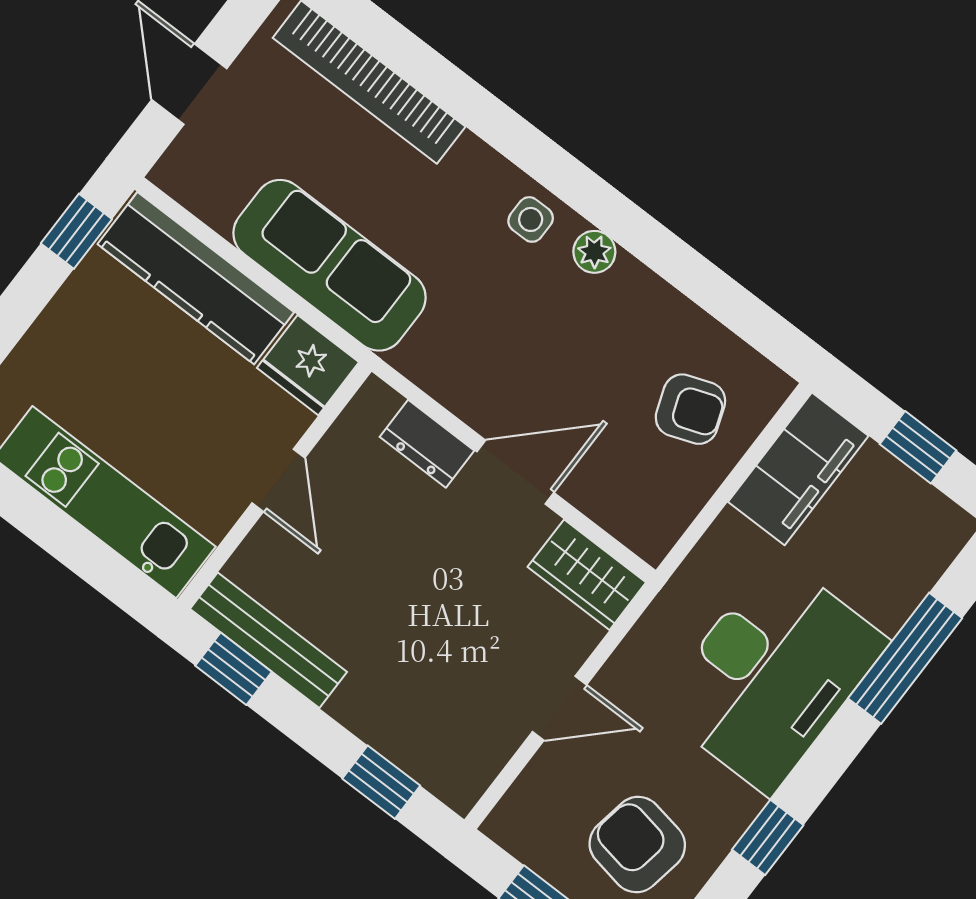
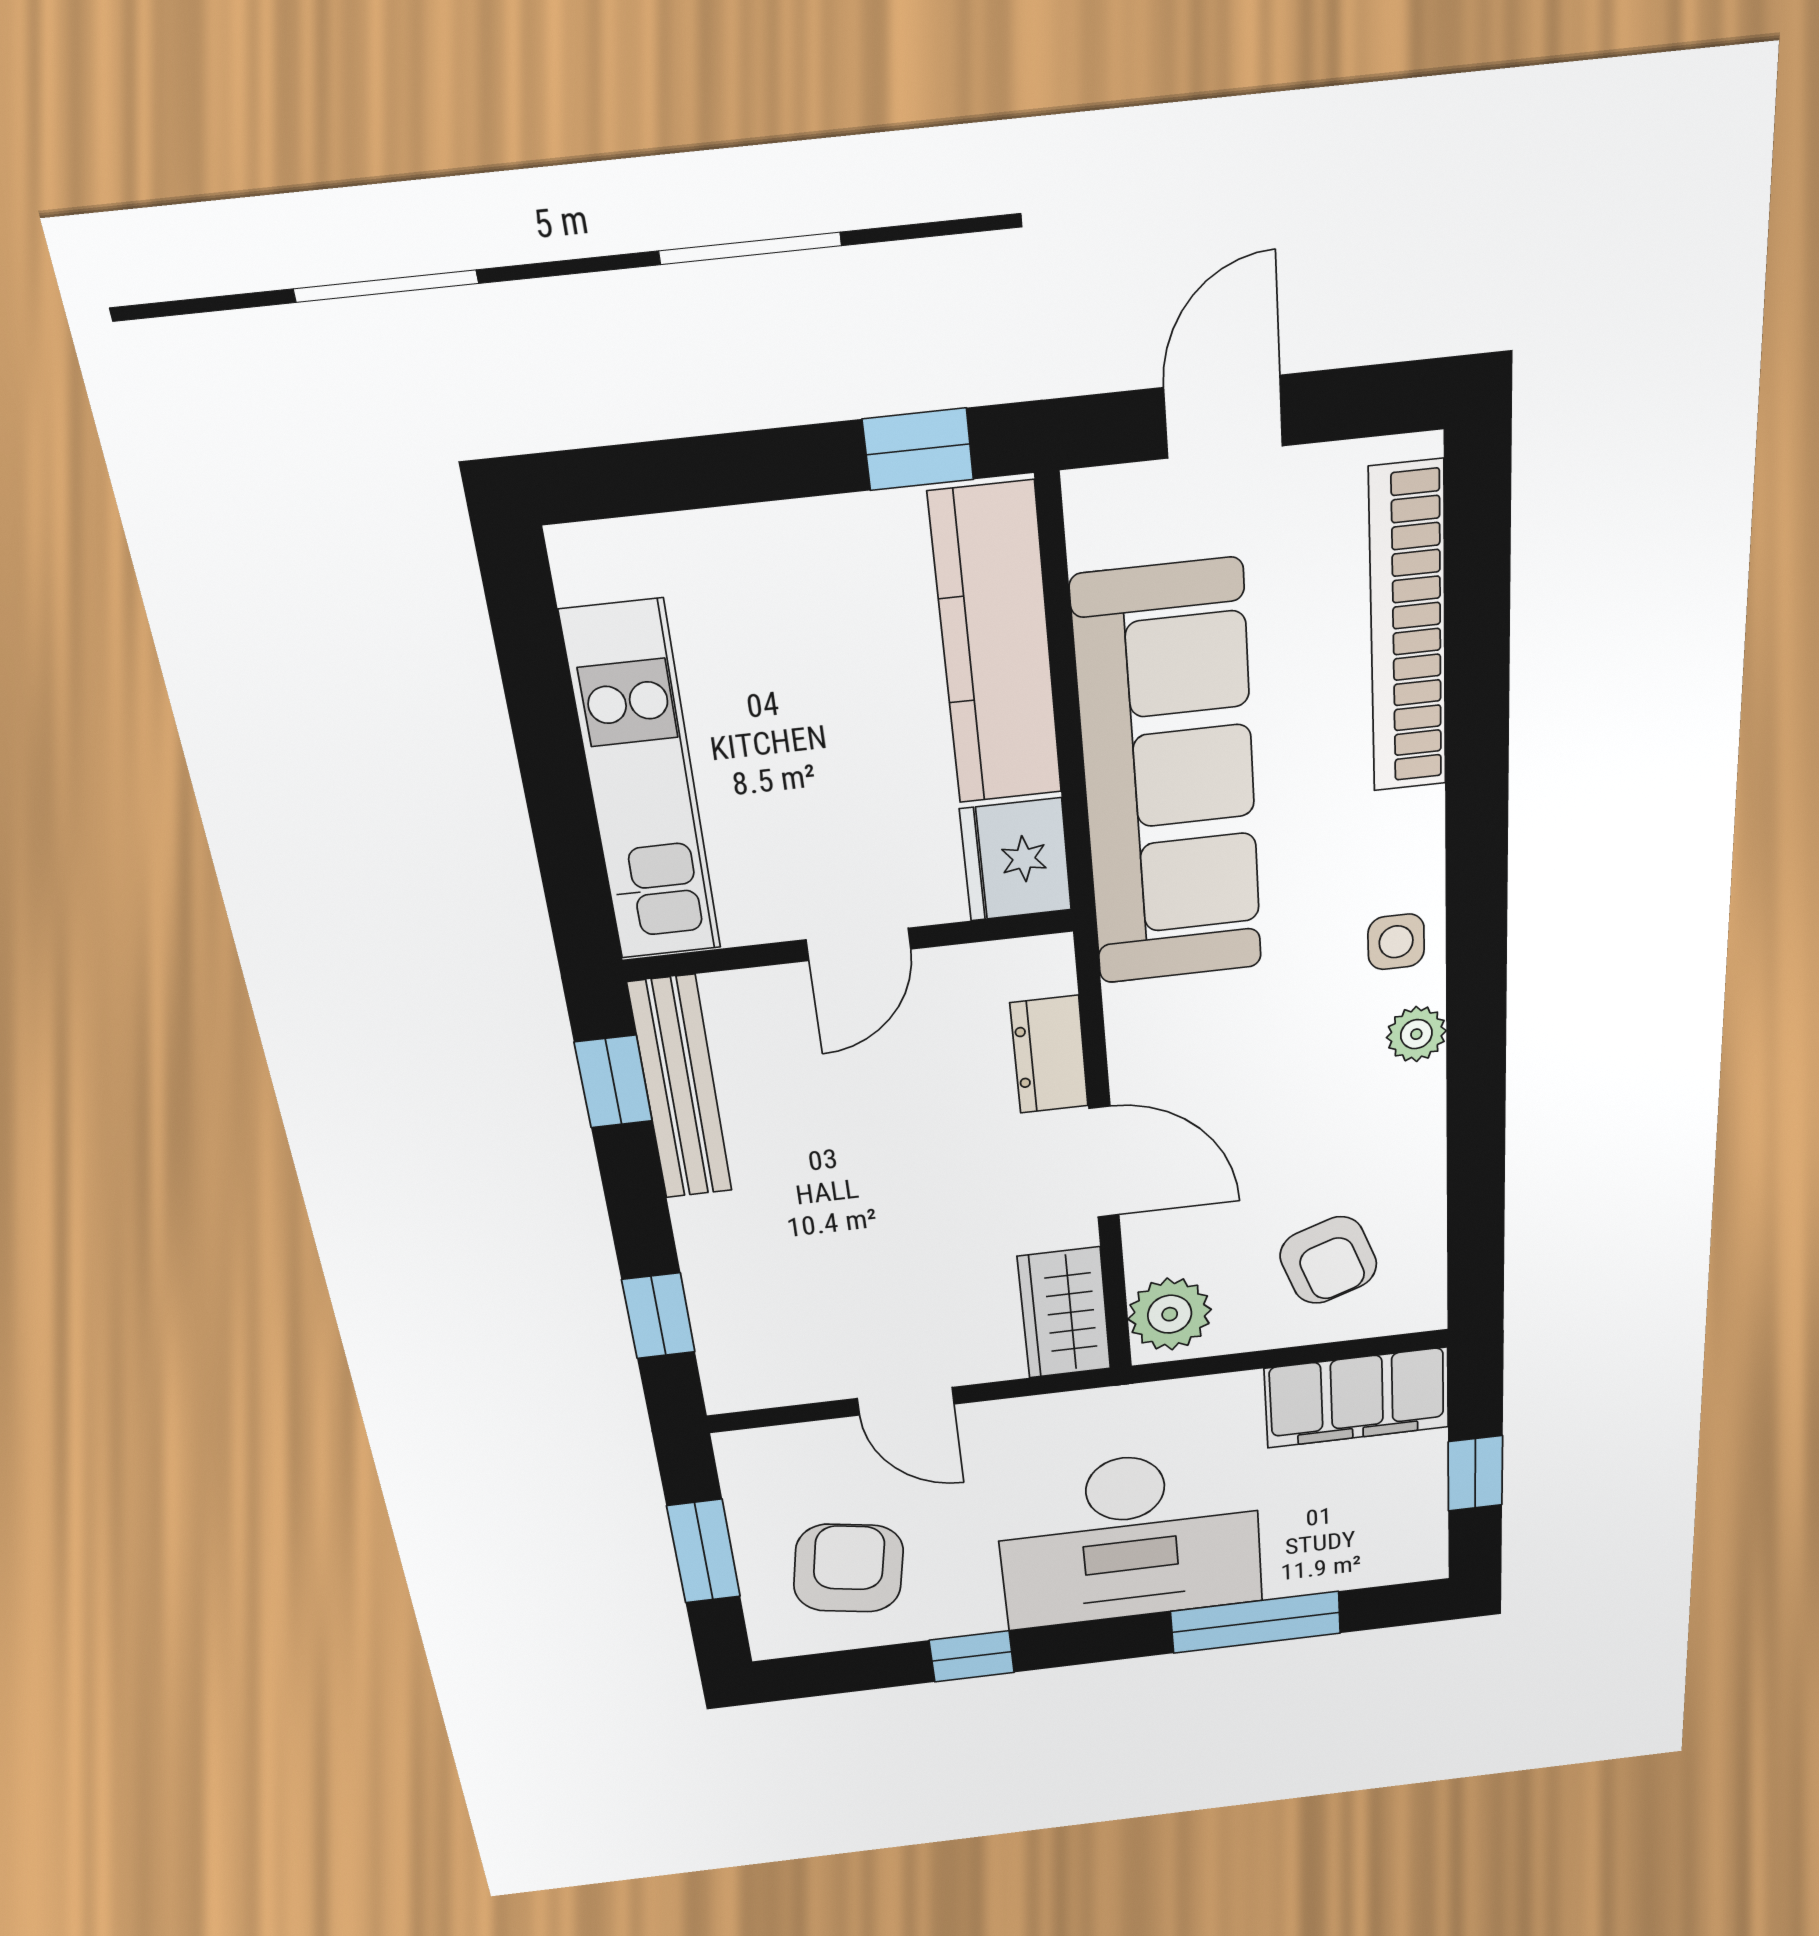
sofa: (330, 265) -> (1169, 778), width x1.36, depth x1.27
plant: (642, 521) -> (1170, 1314), added

